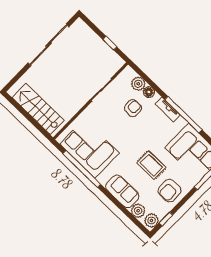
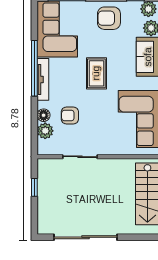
tv unit: (168, 109) -> (43, 79), width x1.41
rug: (151, 165) -> (96, 73), moved
armchair: (170, 191) -> (109, 18), turned 180

